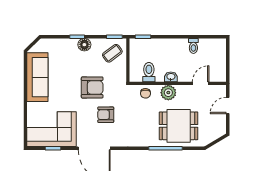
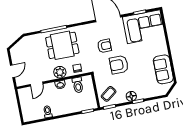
sofa: (37, 77) -> (163, 69), width x0.73
dining table: (179, 126) -> (62, 45), moved

